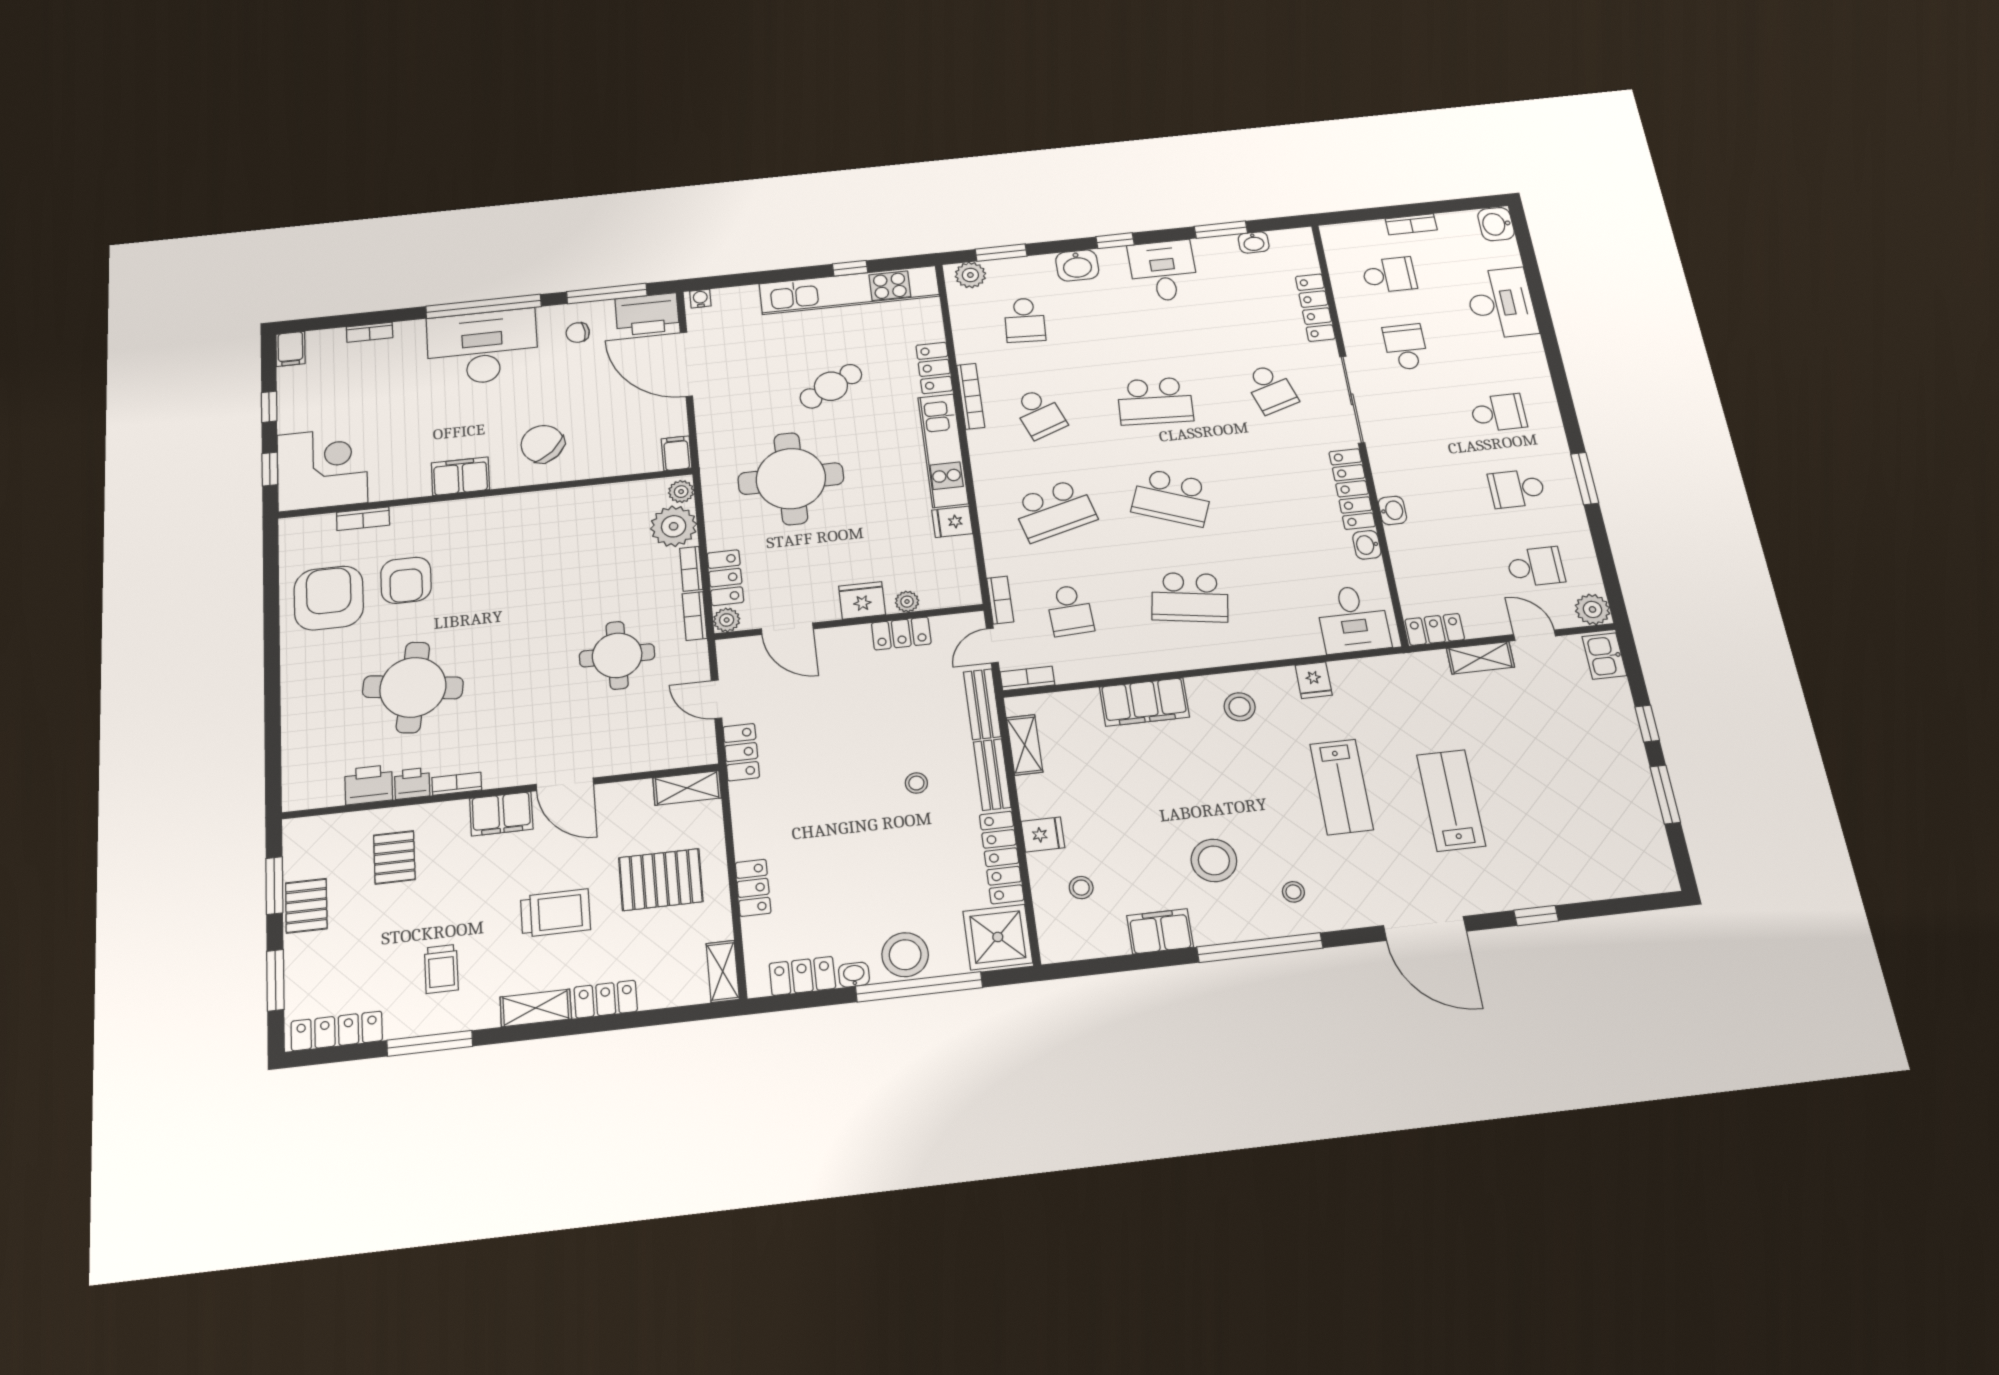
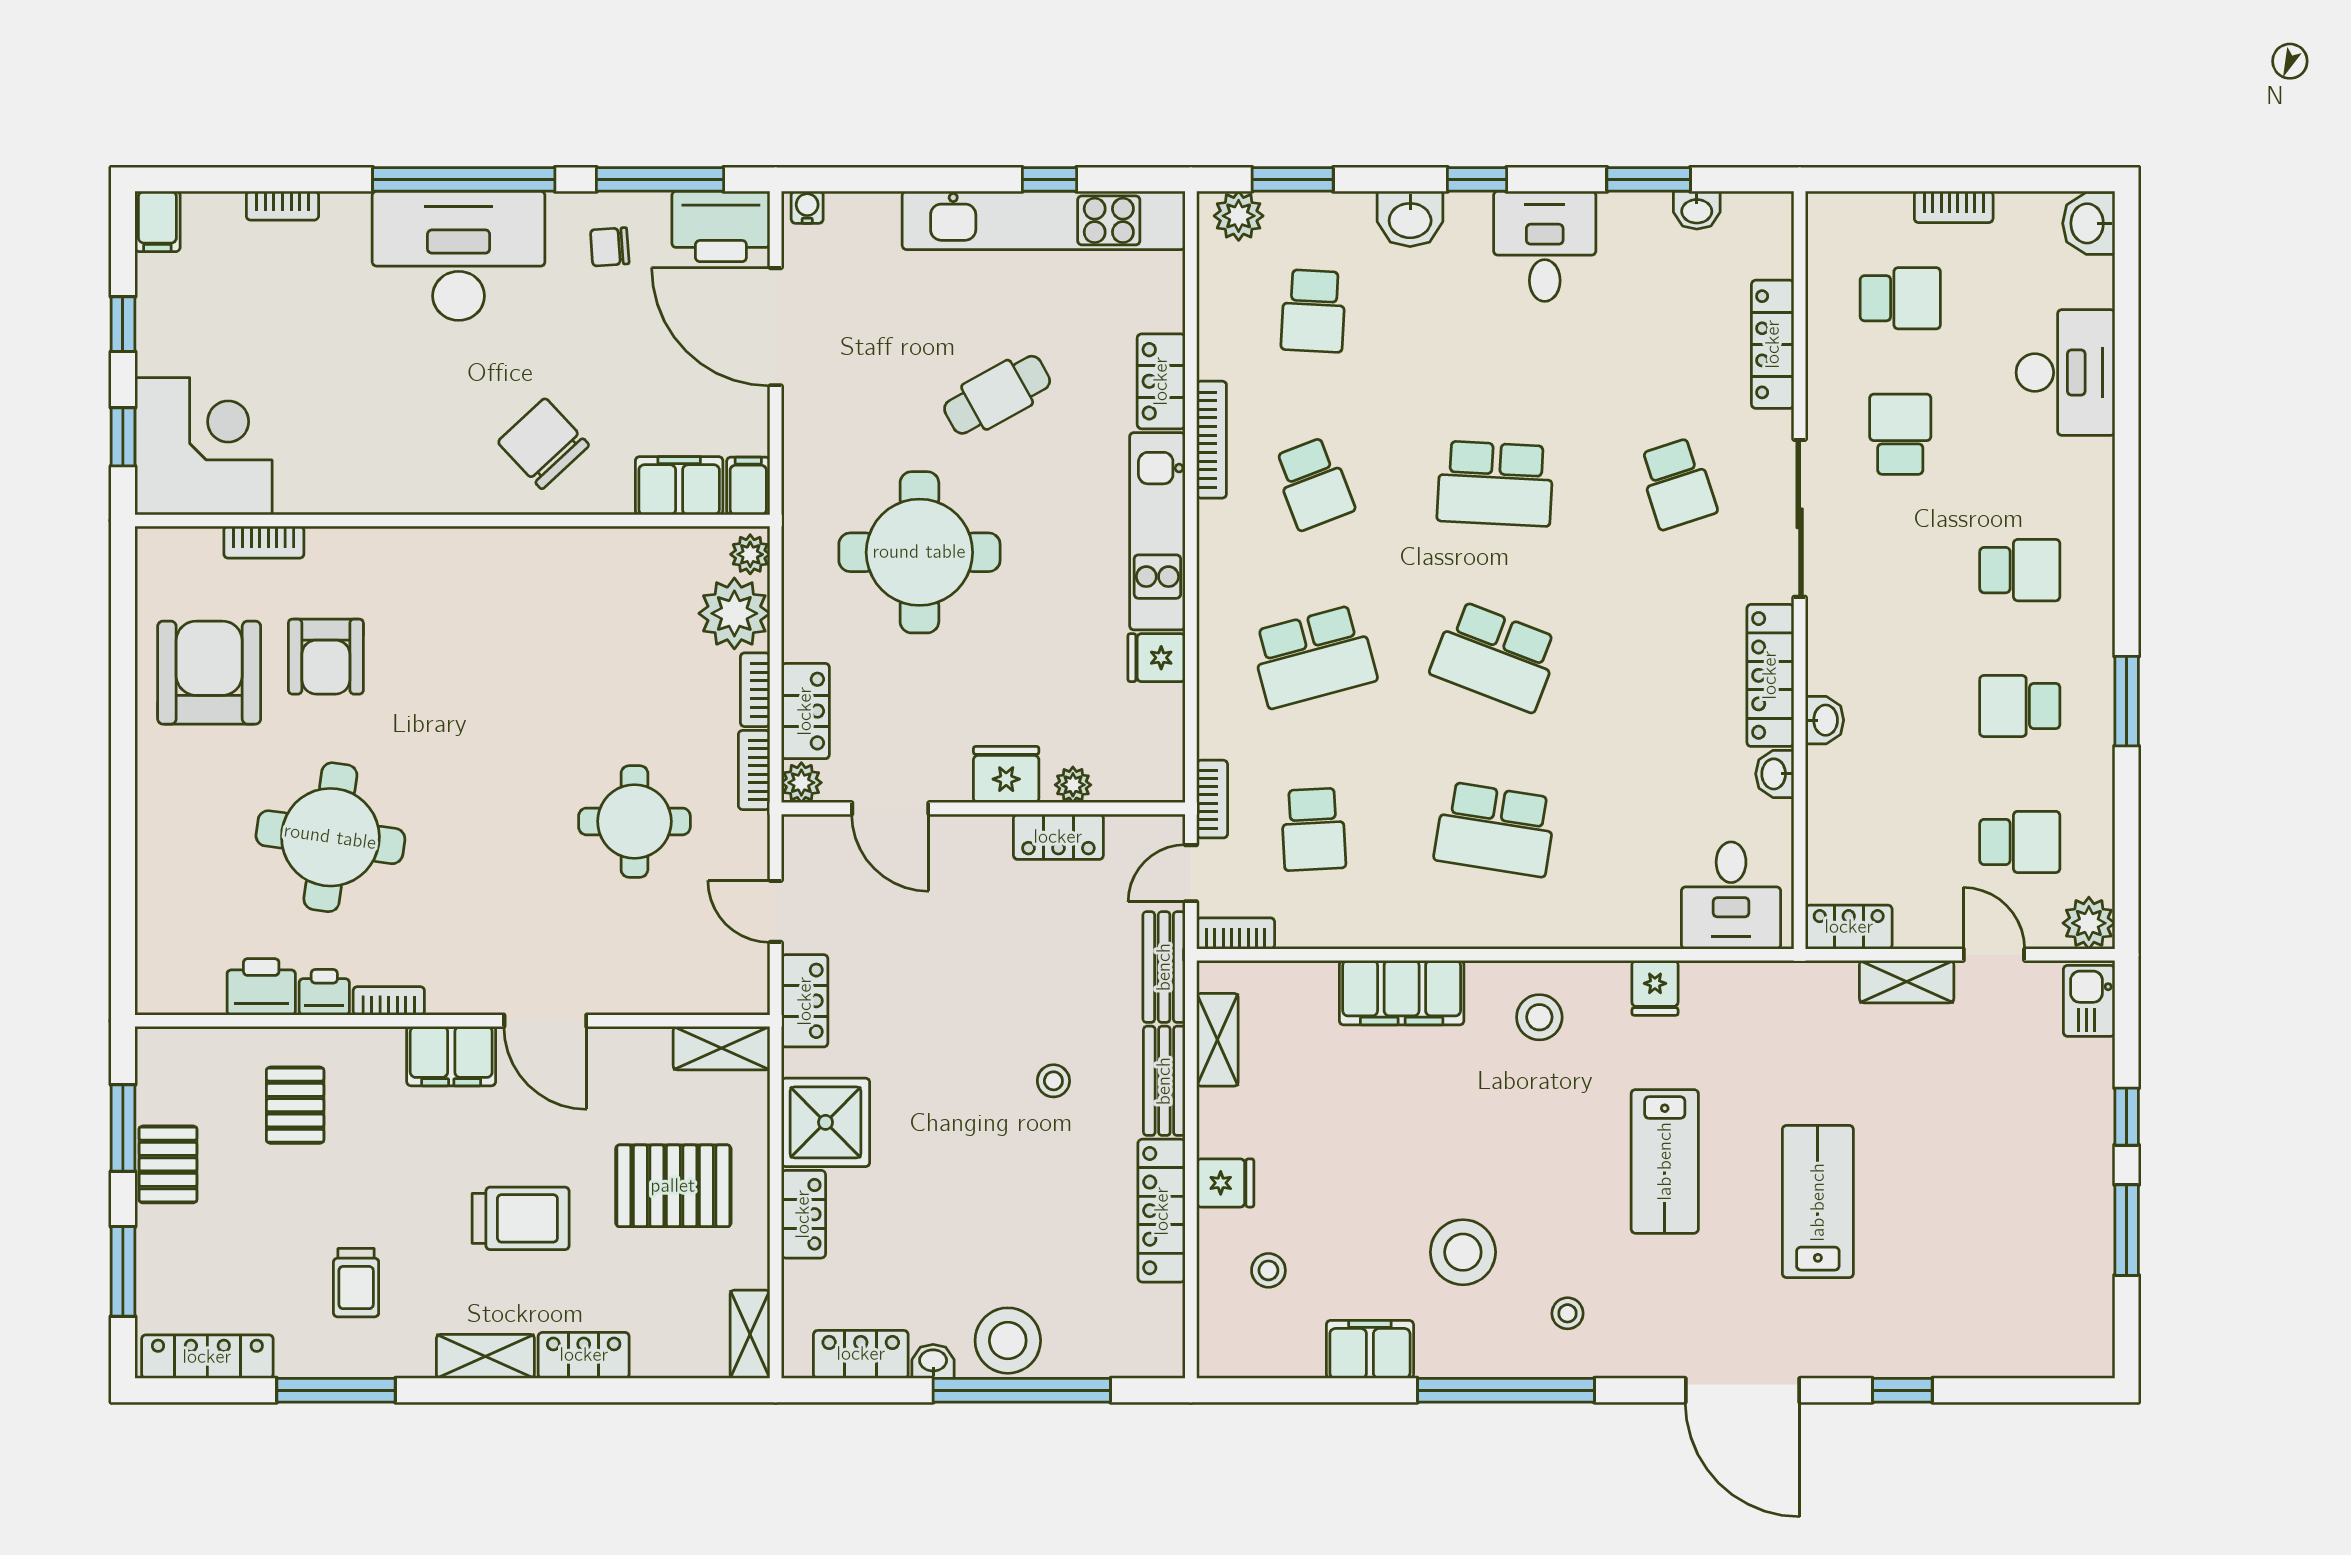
filing cabinet: (460, 476) -> (679, 486), moved
shower: (998, 937) -> (826, 1122), moved

